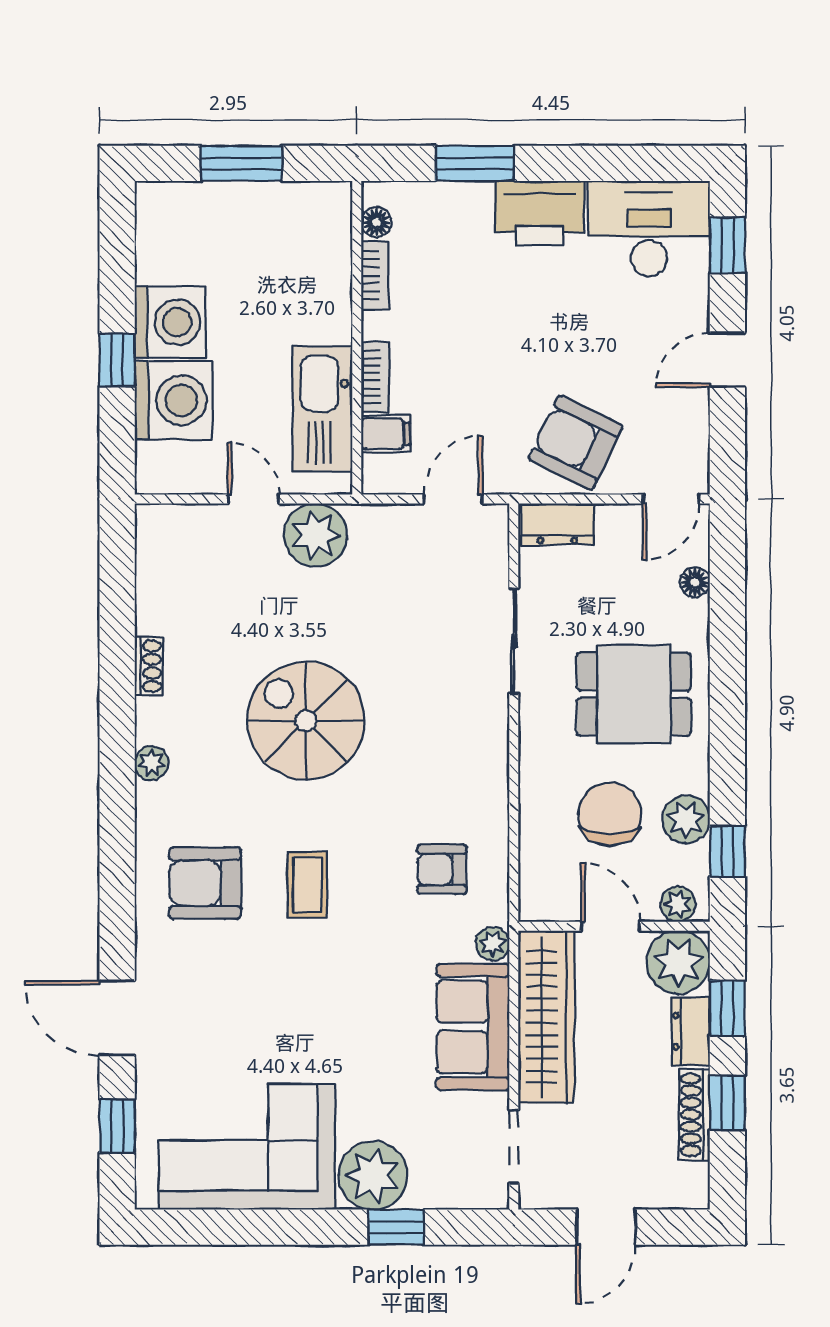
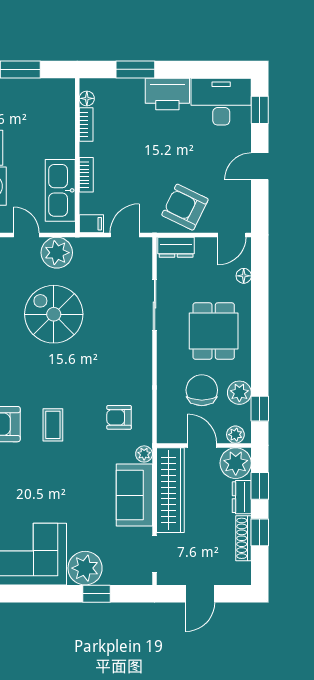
filing cabinet: (386, 434) -> (91, 224), moved
dining table: (634, 694) -> (214, 331), turned 90
spiral stairs: (306, 721) -> (54, 314), moved

